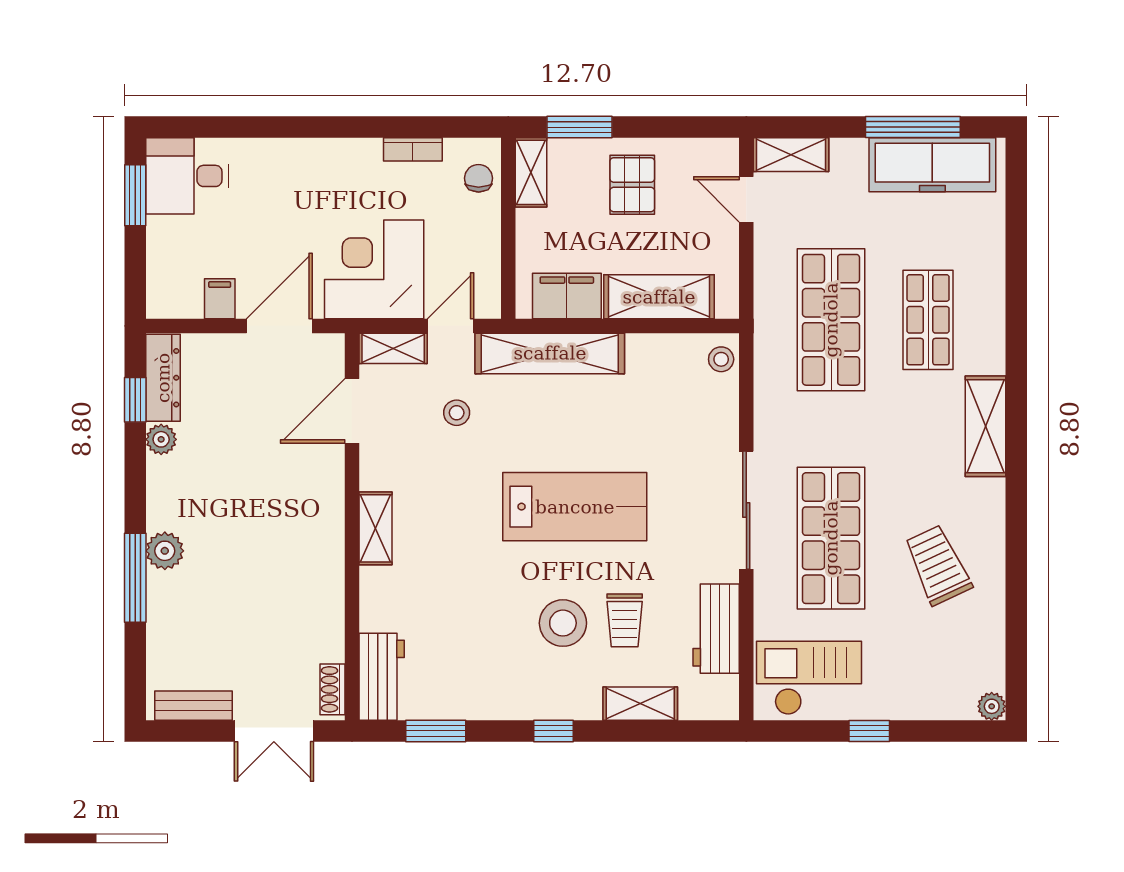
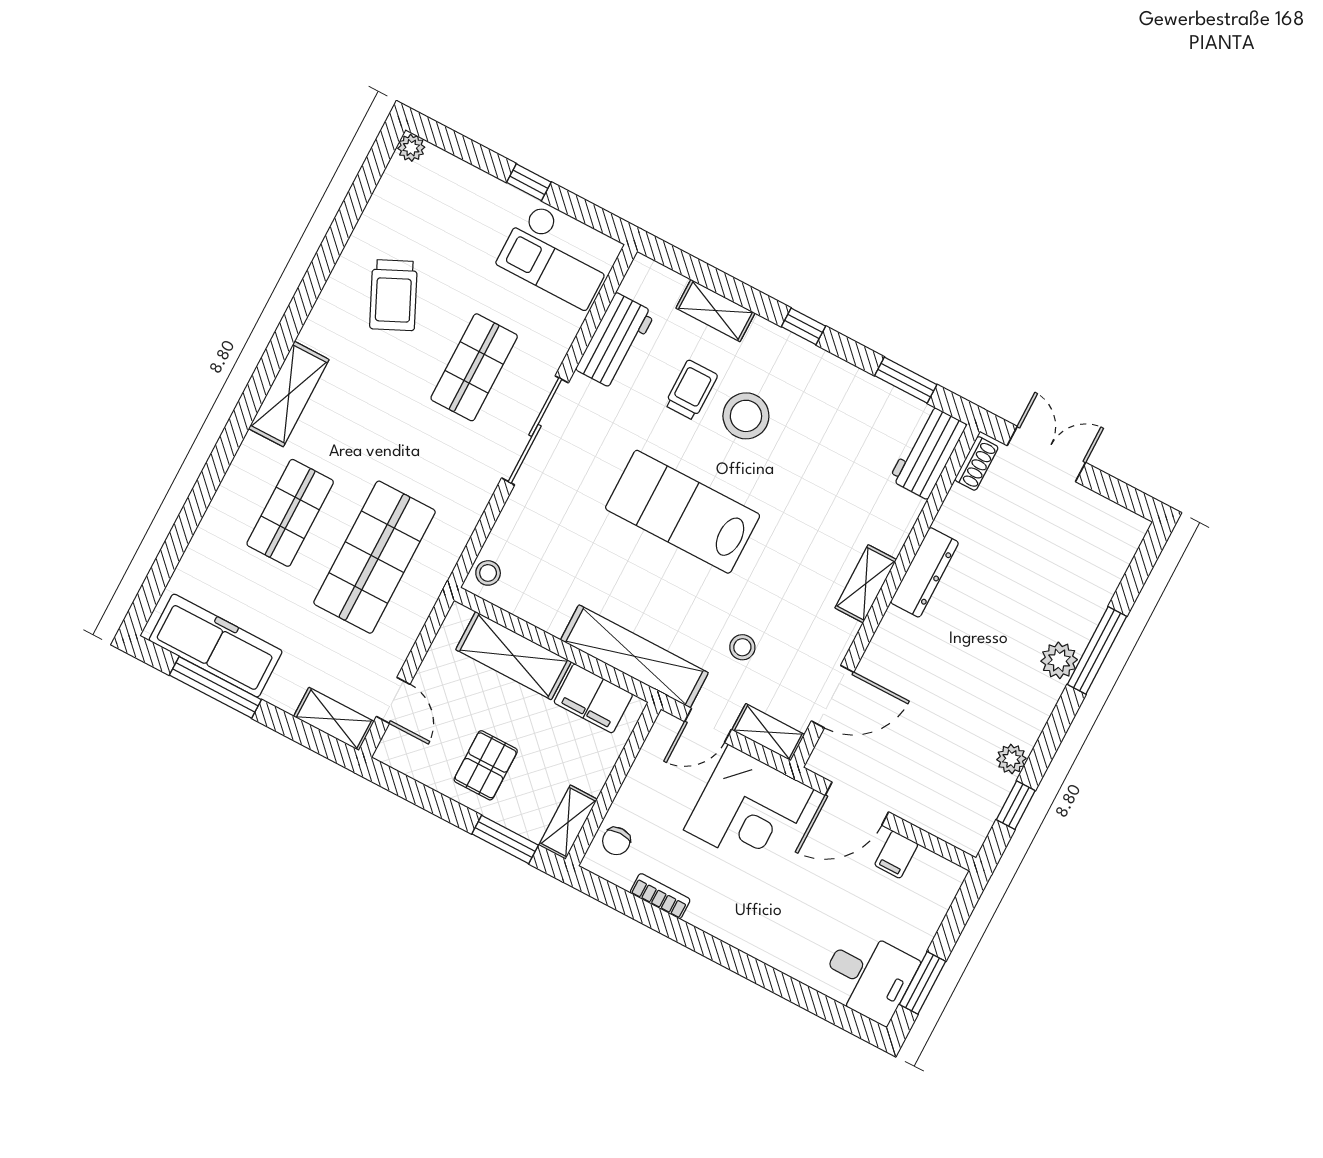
dresser: (163, 378) -> (925, 572), moved, turned 180
shop shelf: (831, 538) -> (474, 367), width x0.70, depth x0.74
bench: (193, 706) -> (1105, 513), removed

